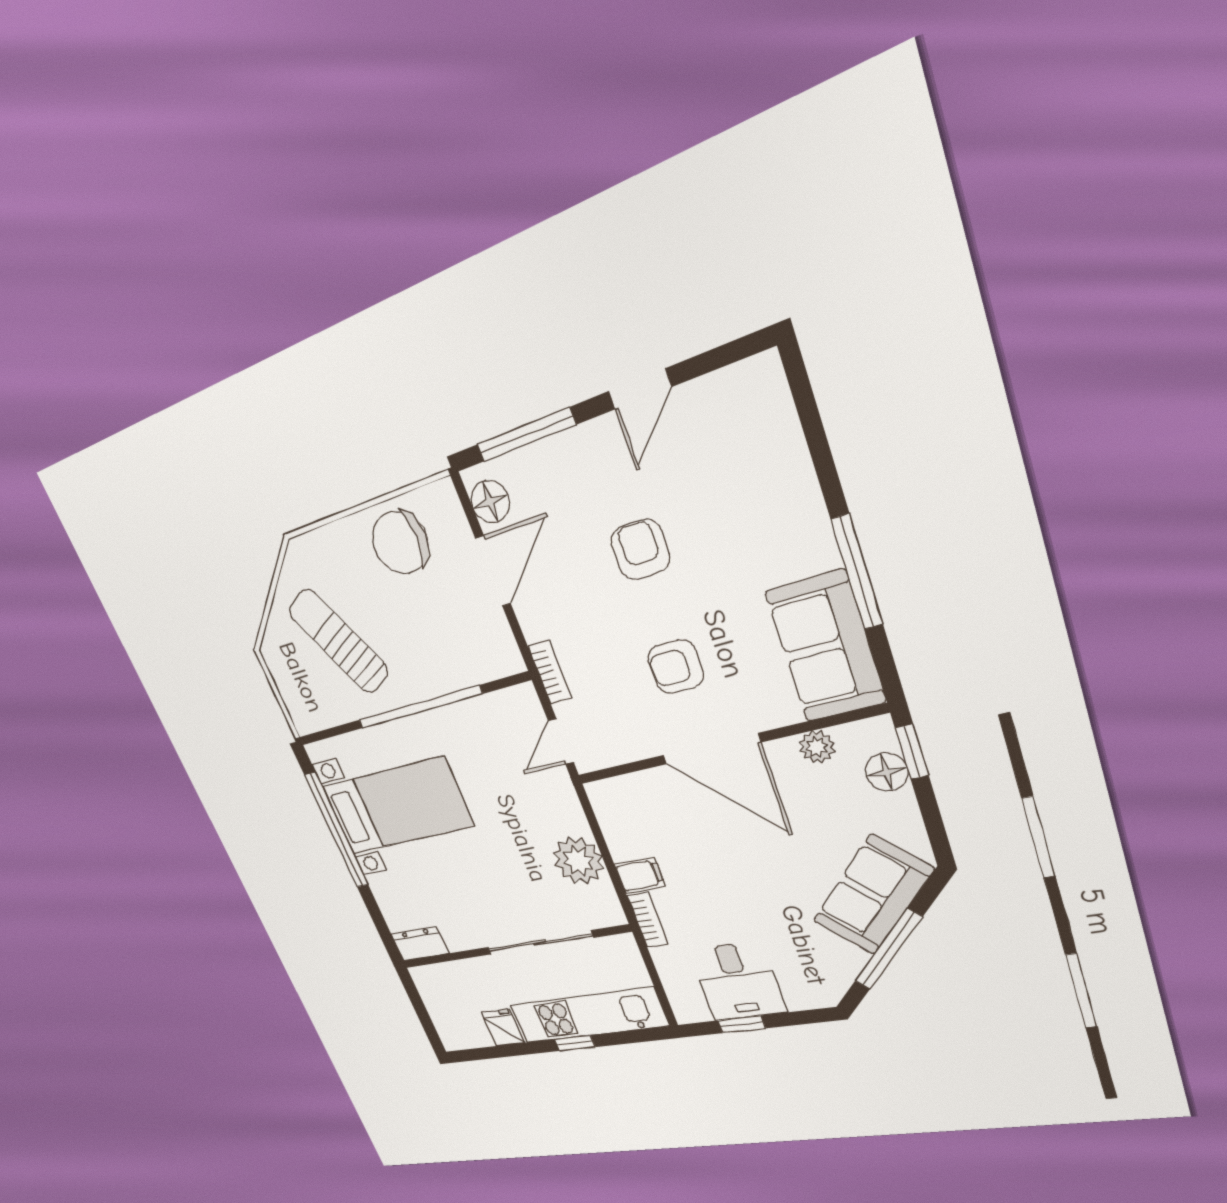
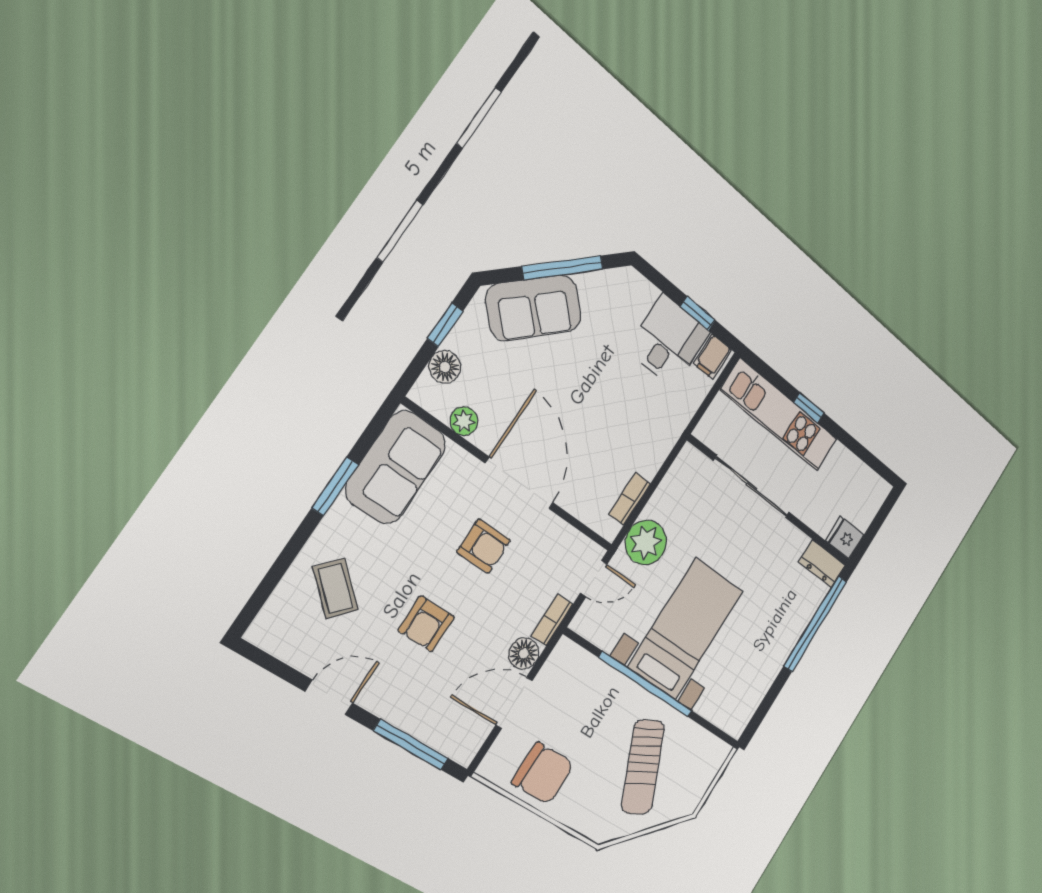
coffee table: (750, 488) -> (335, 588), added
floor lamp: (490, 502) -> (524, 654), moved
window: (857, 572) -> (335, 486), width x0.69
window: (912, 752) -> (445, 325), moved
bed with nightstands: (397, 806) -> (686, 629), moved, turned 90
window: (337, 830) -> (815, 624), moved
plant: (578, 861) -> (646, 542), moved
filing cabinet: (640, 875) -> (712, 357), moved, turned -90
bookcase: (648, 920) -> (630, 499), moved
fridge: (503, 1028) -> (845, 538), moved, turned 90

